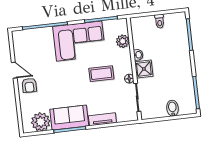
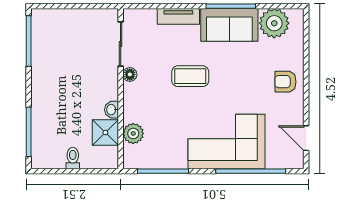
corner sofa: (79, 41) -> (227, 141), moved
shower: (144, 69) -> (105, 132), moved
door: (14, 70) -> (306, 138), moved
coffee table: (101, 74) -> (190, 76), moved
armchair: (29, 85) -> (285, 82), turned -90
bidet: (172, 108) -> (68, 21), removed

